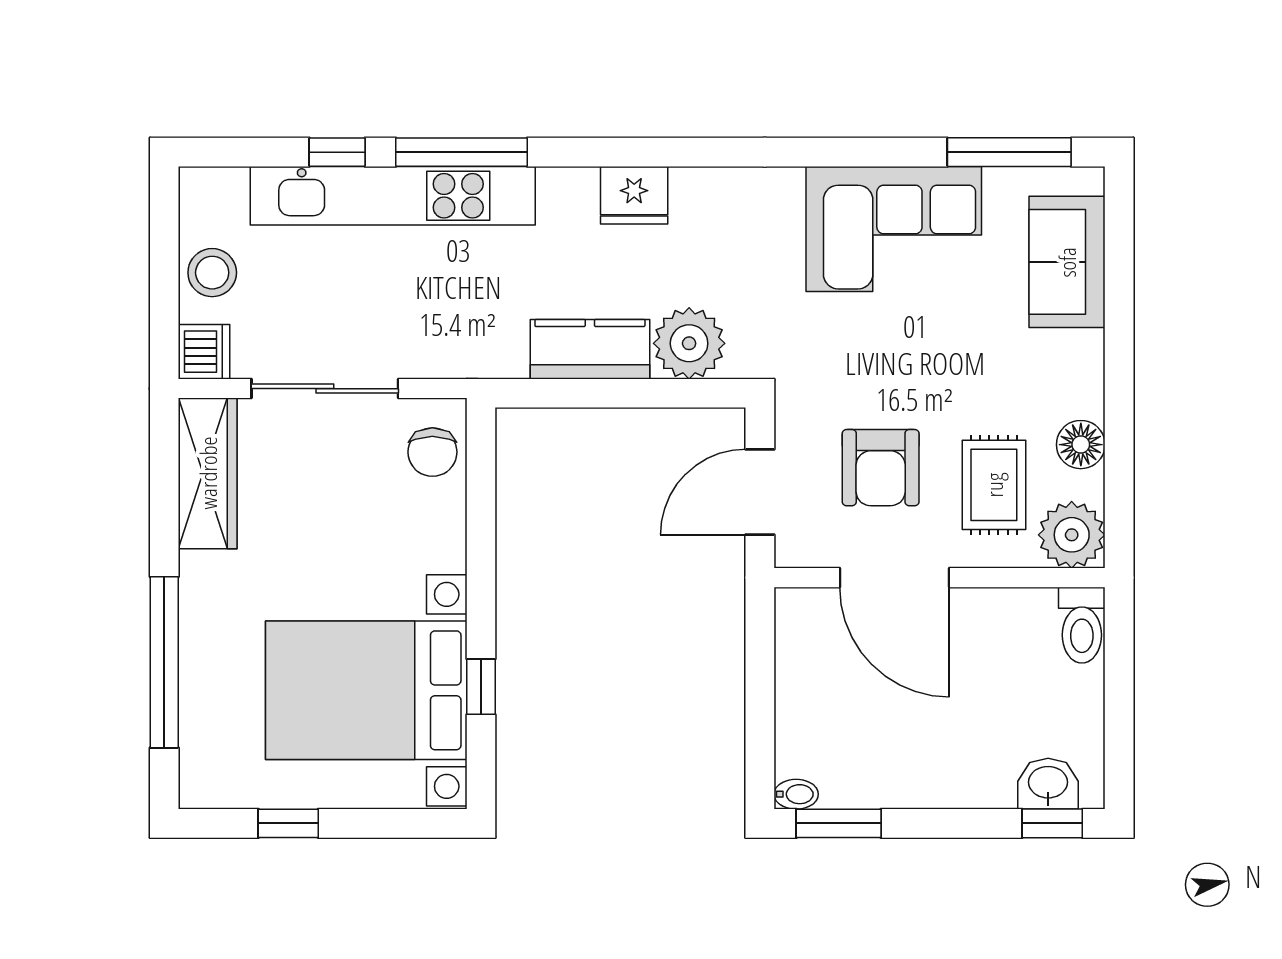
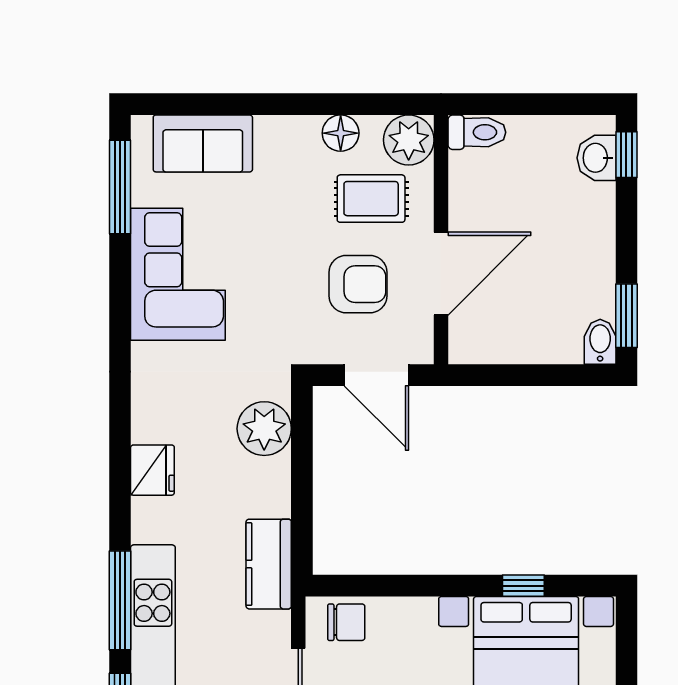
kitchen counter: (590, 349) -> (269, 564), moved
bidet: (796, 794) -> (600, 342), width x1.38, depth x1.36

